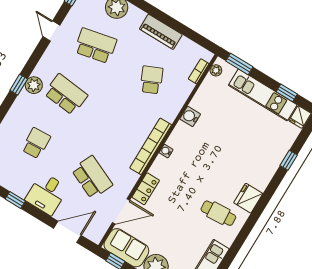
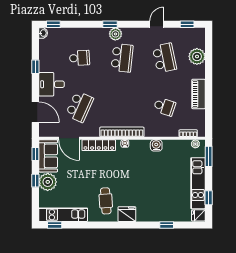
school desk: (151, 80) -> (164, 107), turned 42
locker: (146, 189) -> (99, 145), width x1.53

